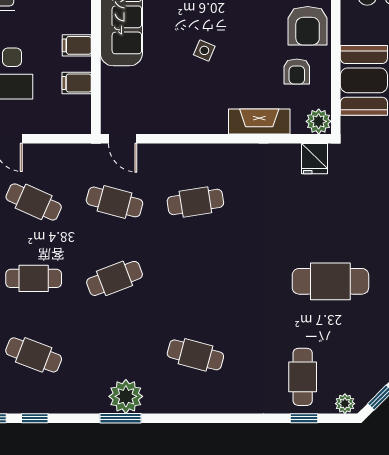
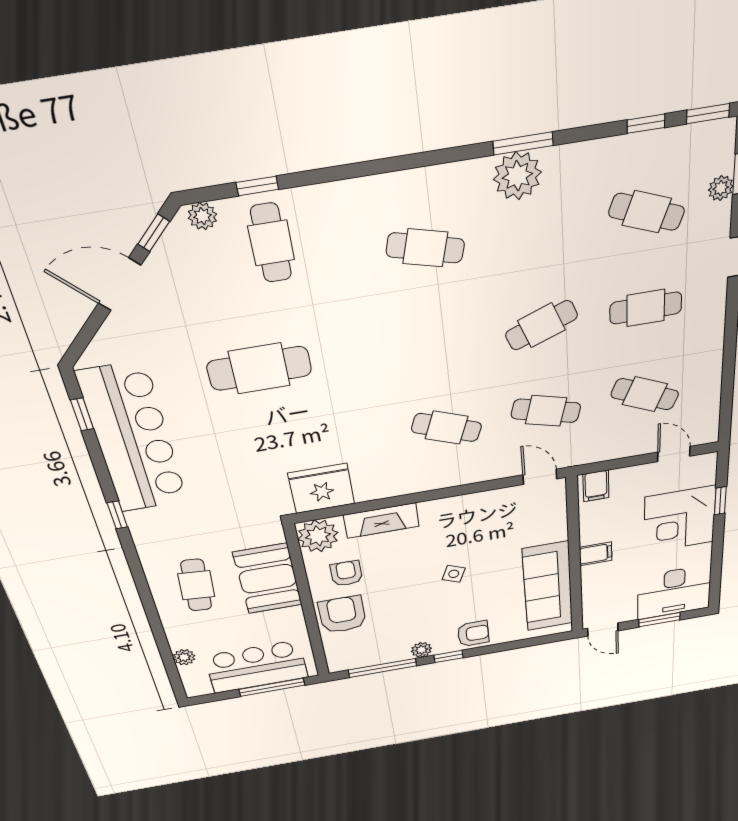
filing cabinet: (77, 83) -> (596, 486), moved, turned 90
plant: (319, 121) -> (318, 536), width x1.36, depth x1.36
fridge: (314, 159) -> (321, 489), width x1.88, depth x1.34
cafe table: (195, 202) -> (447, 428), turned 30

